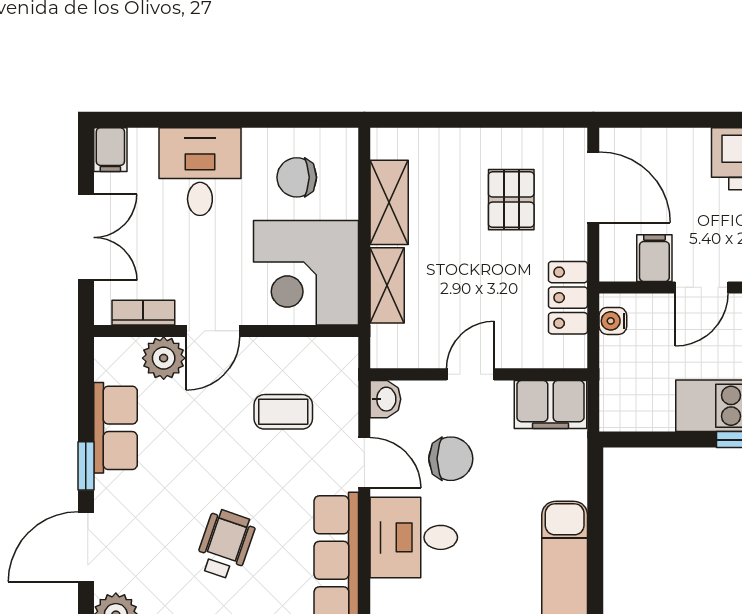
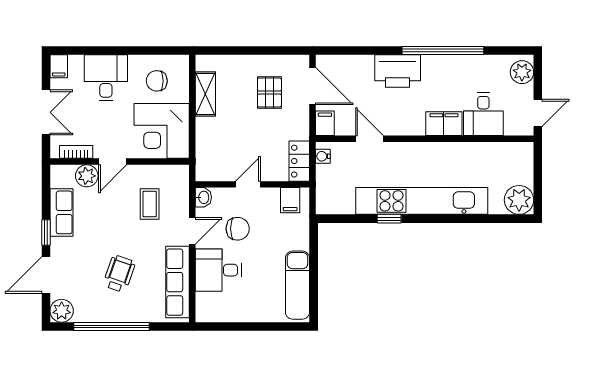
filing cabinet: (654, 258) -> (325, 123), moved
shelving: (387, 285) -> (204, 138), removed
door: (702, 287) -> (369, 139), swing flipped
locker: (568, 298) -> (299, 161), moved
filing cabinet: (550, 404) -> (290, 200), width x0.50
coffee table: (283, 412) -> (150, 204), turned 90
door: (364, 463) -> (192, 231), hinge flipped

